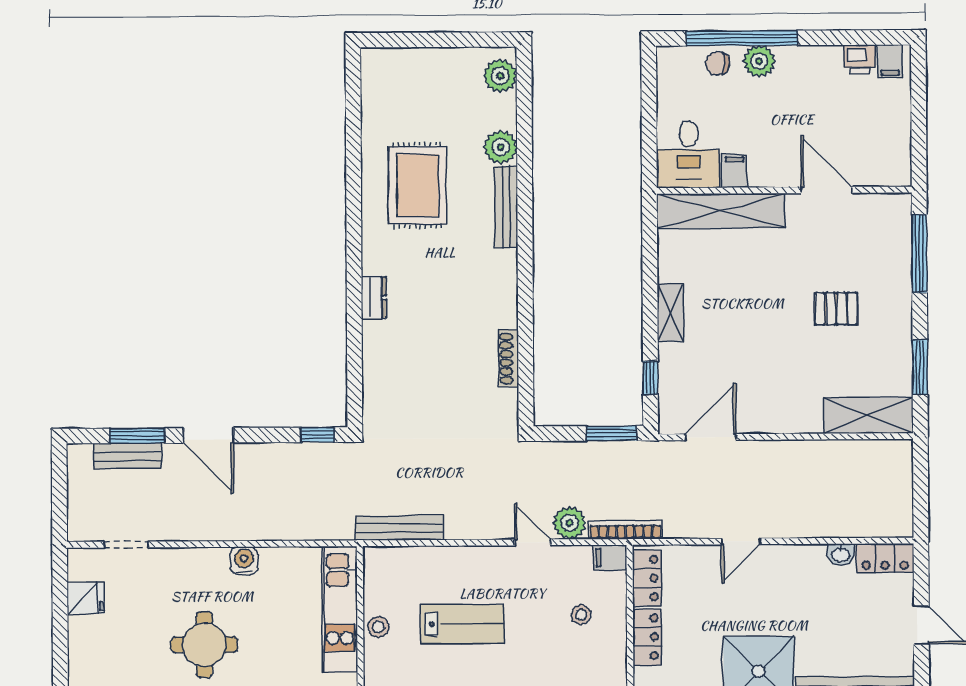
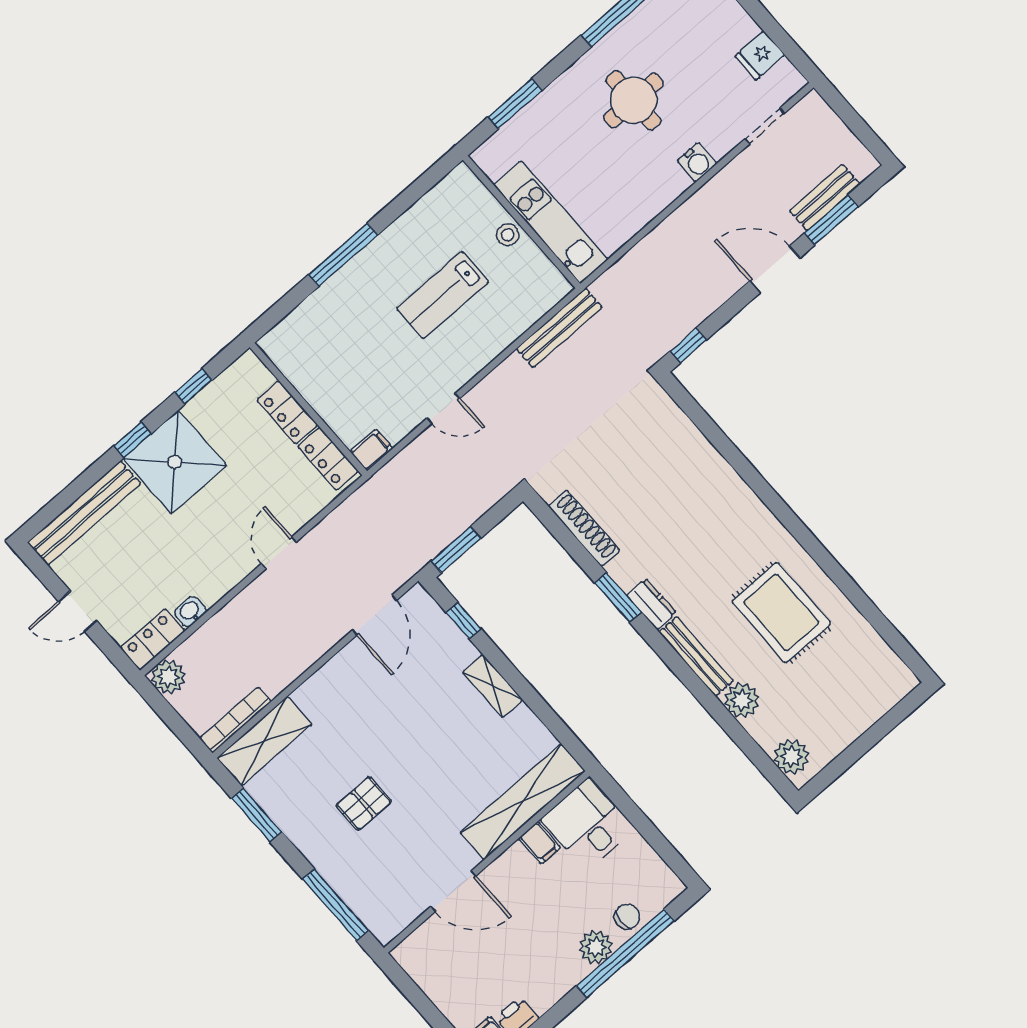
dresser: (374, 298) -> (651, 604), moved, turned 180
window: (525, 298) -> (618, 598), added
shoe rack: (509, 358) -> (584, 528), width x1.36, depth x1.24
plant: (569, 523) -> (168, 677), moved
bookcase: (625, 529) -> (235, 720), moved, turned 180
water cooler: (244, 561) -> (697, 162), moved
stool: (581, 615) -> (355, 384), removed

